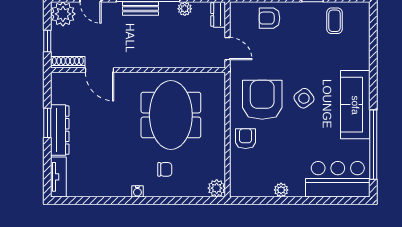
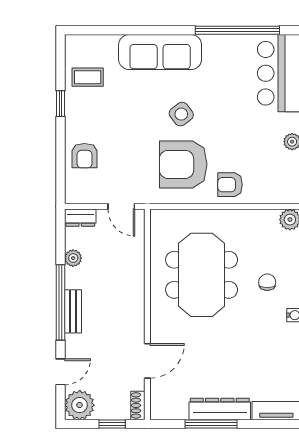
door: (227, 49) -> (121, 206), swing flipped
shoe rack: (68, 62) -> (138, 405), width x0.70
sofa: (355, 105) -> (160, 52), moved
meeting table: (171, 115) -> (202, 275), turned 90
window: (47, 123) -> (211, 424), width x1.44

